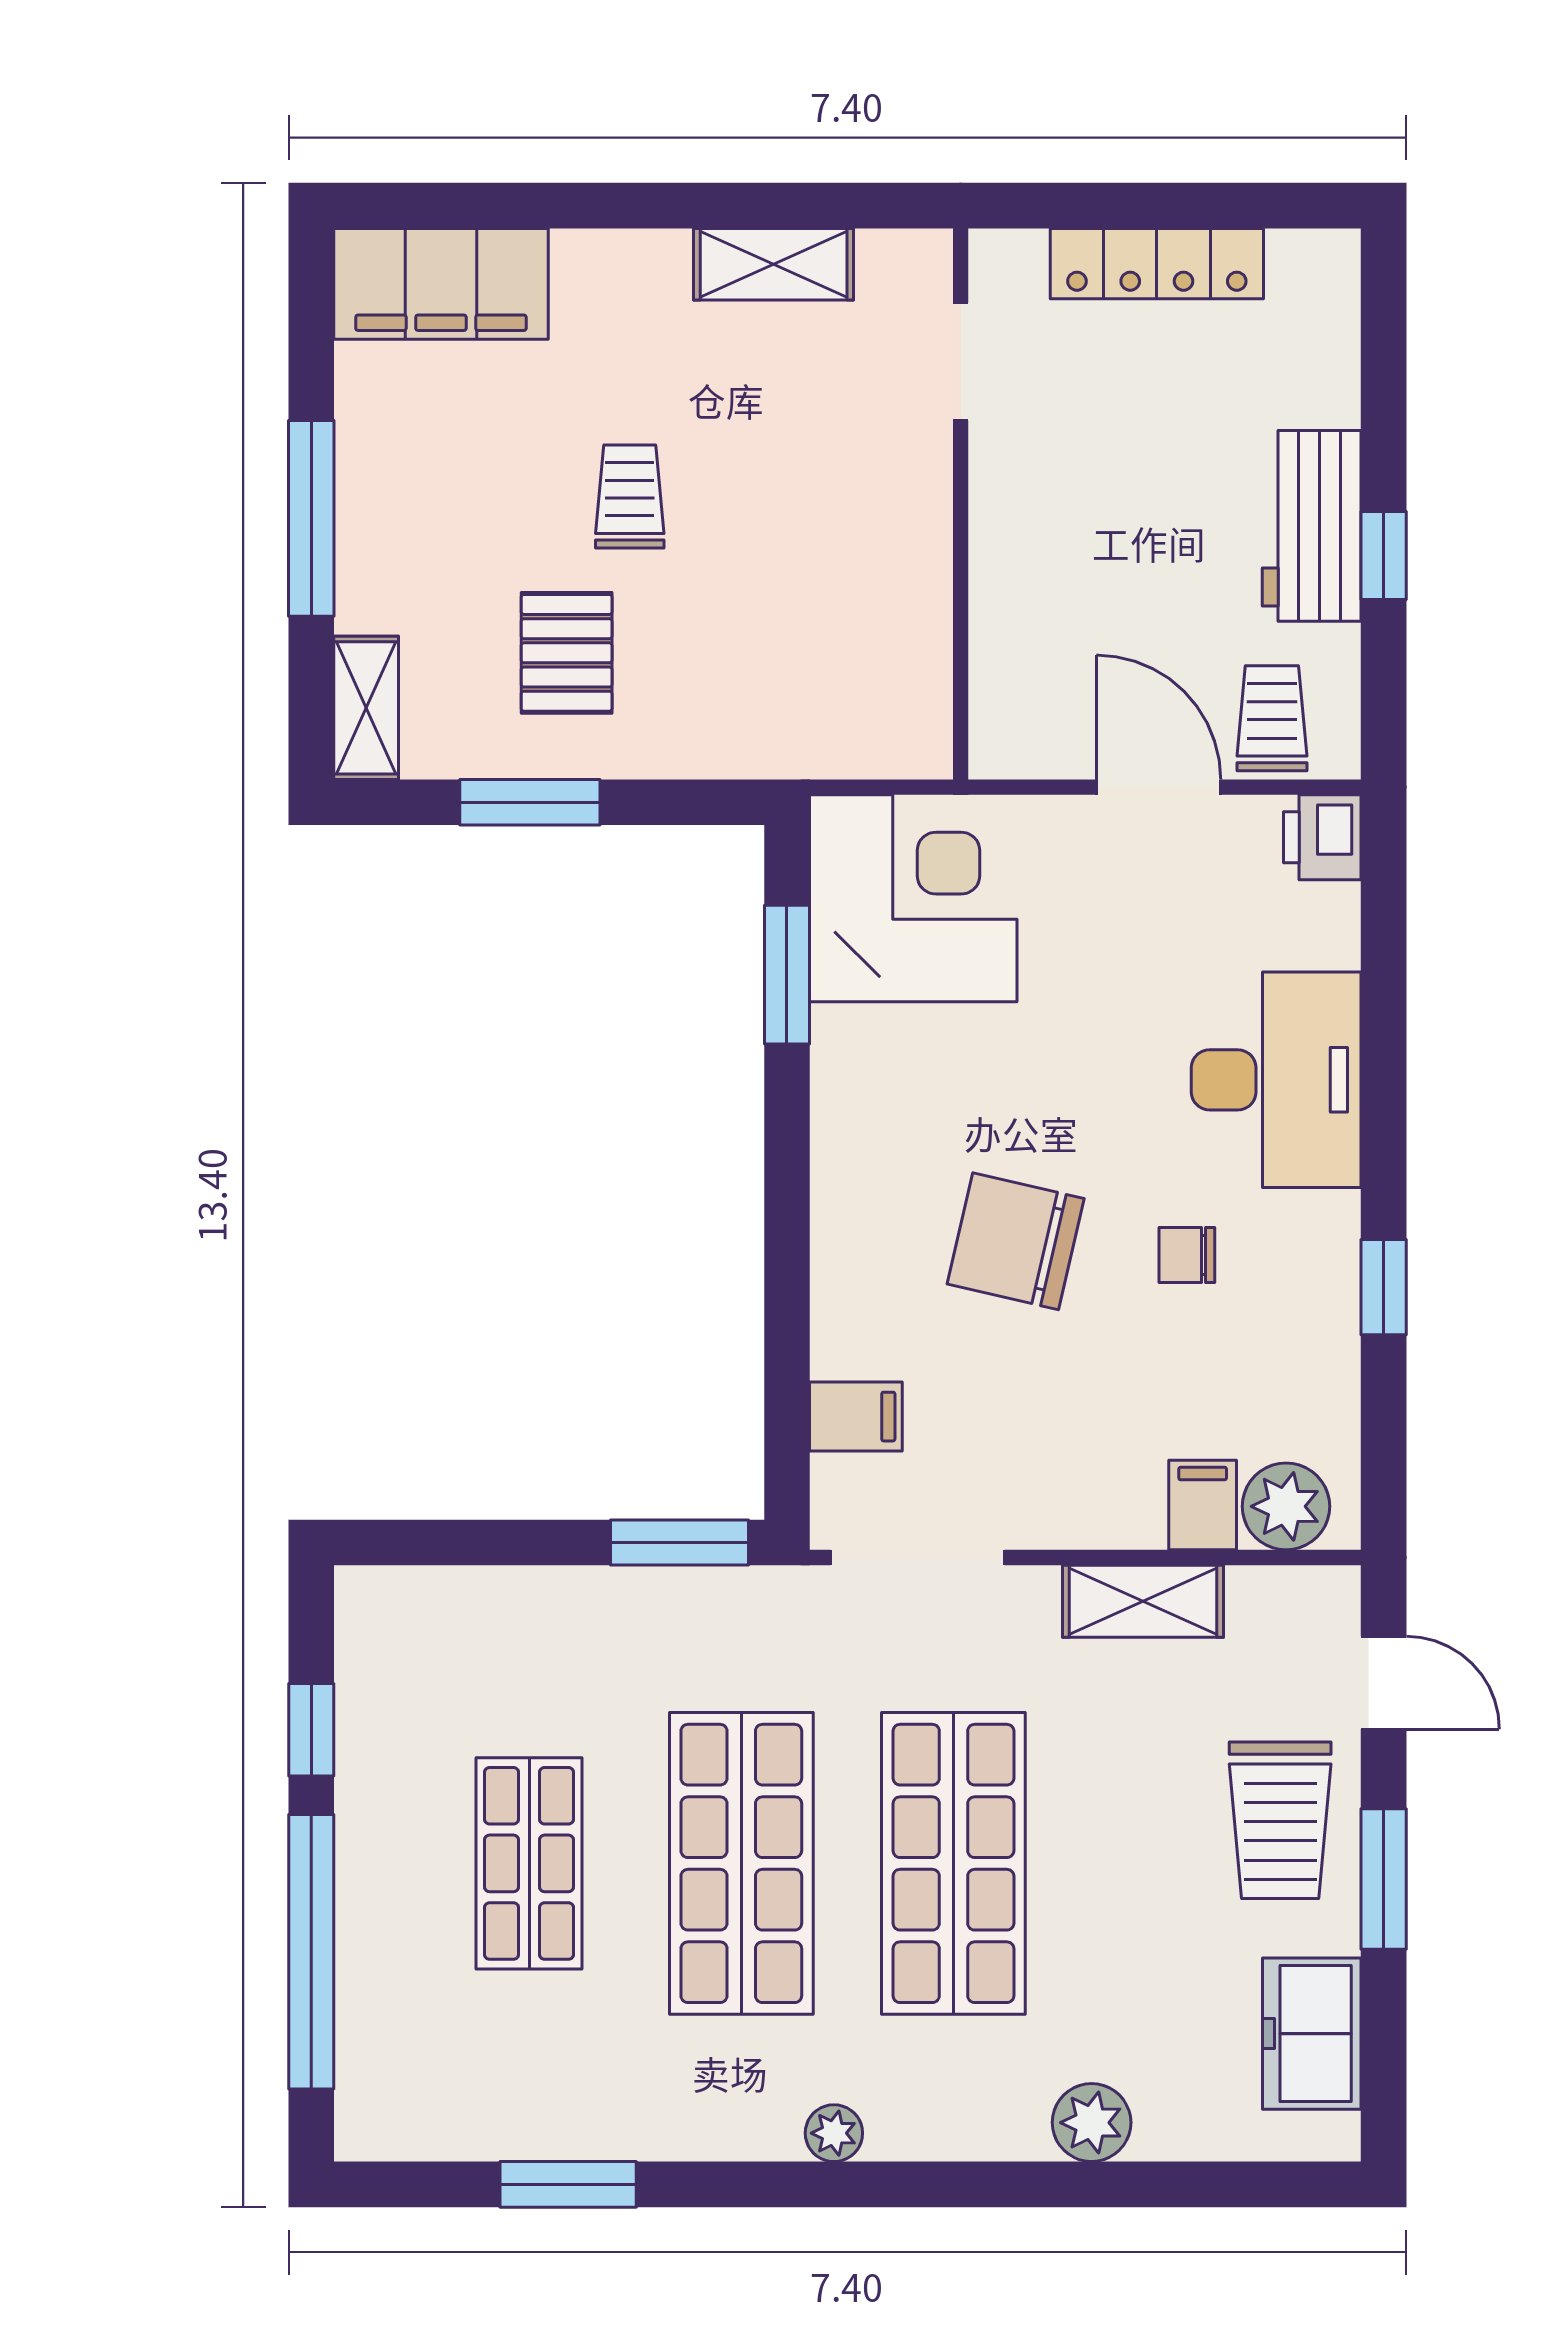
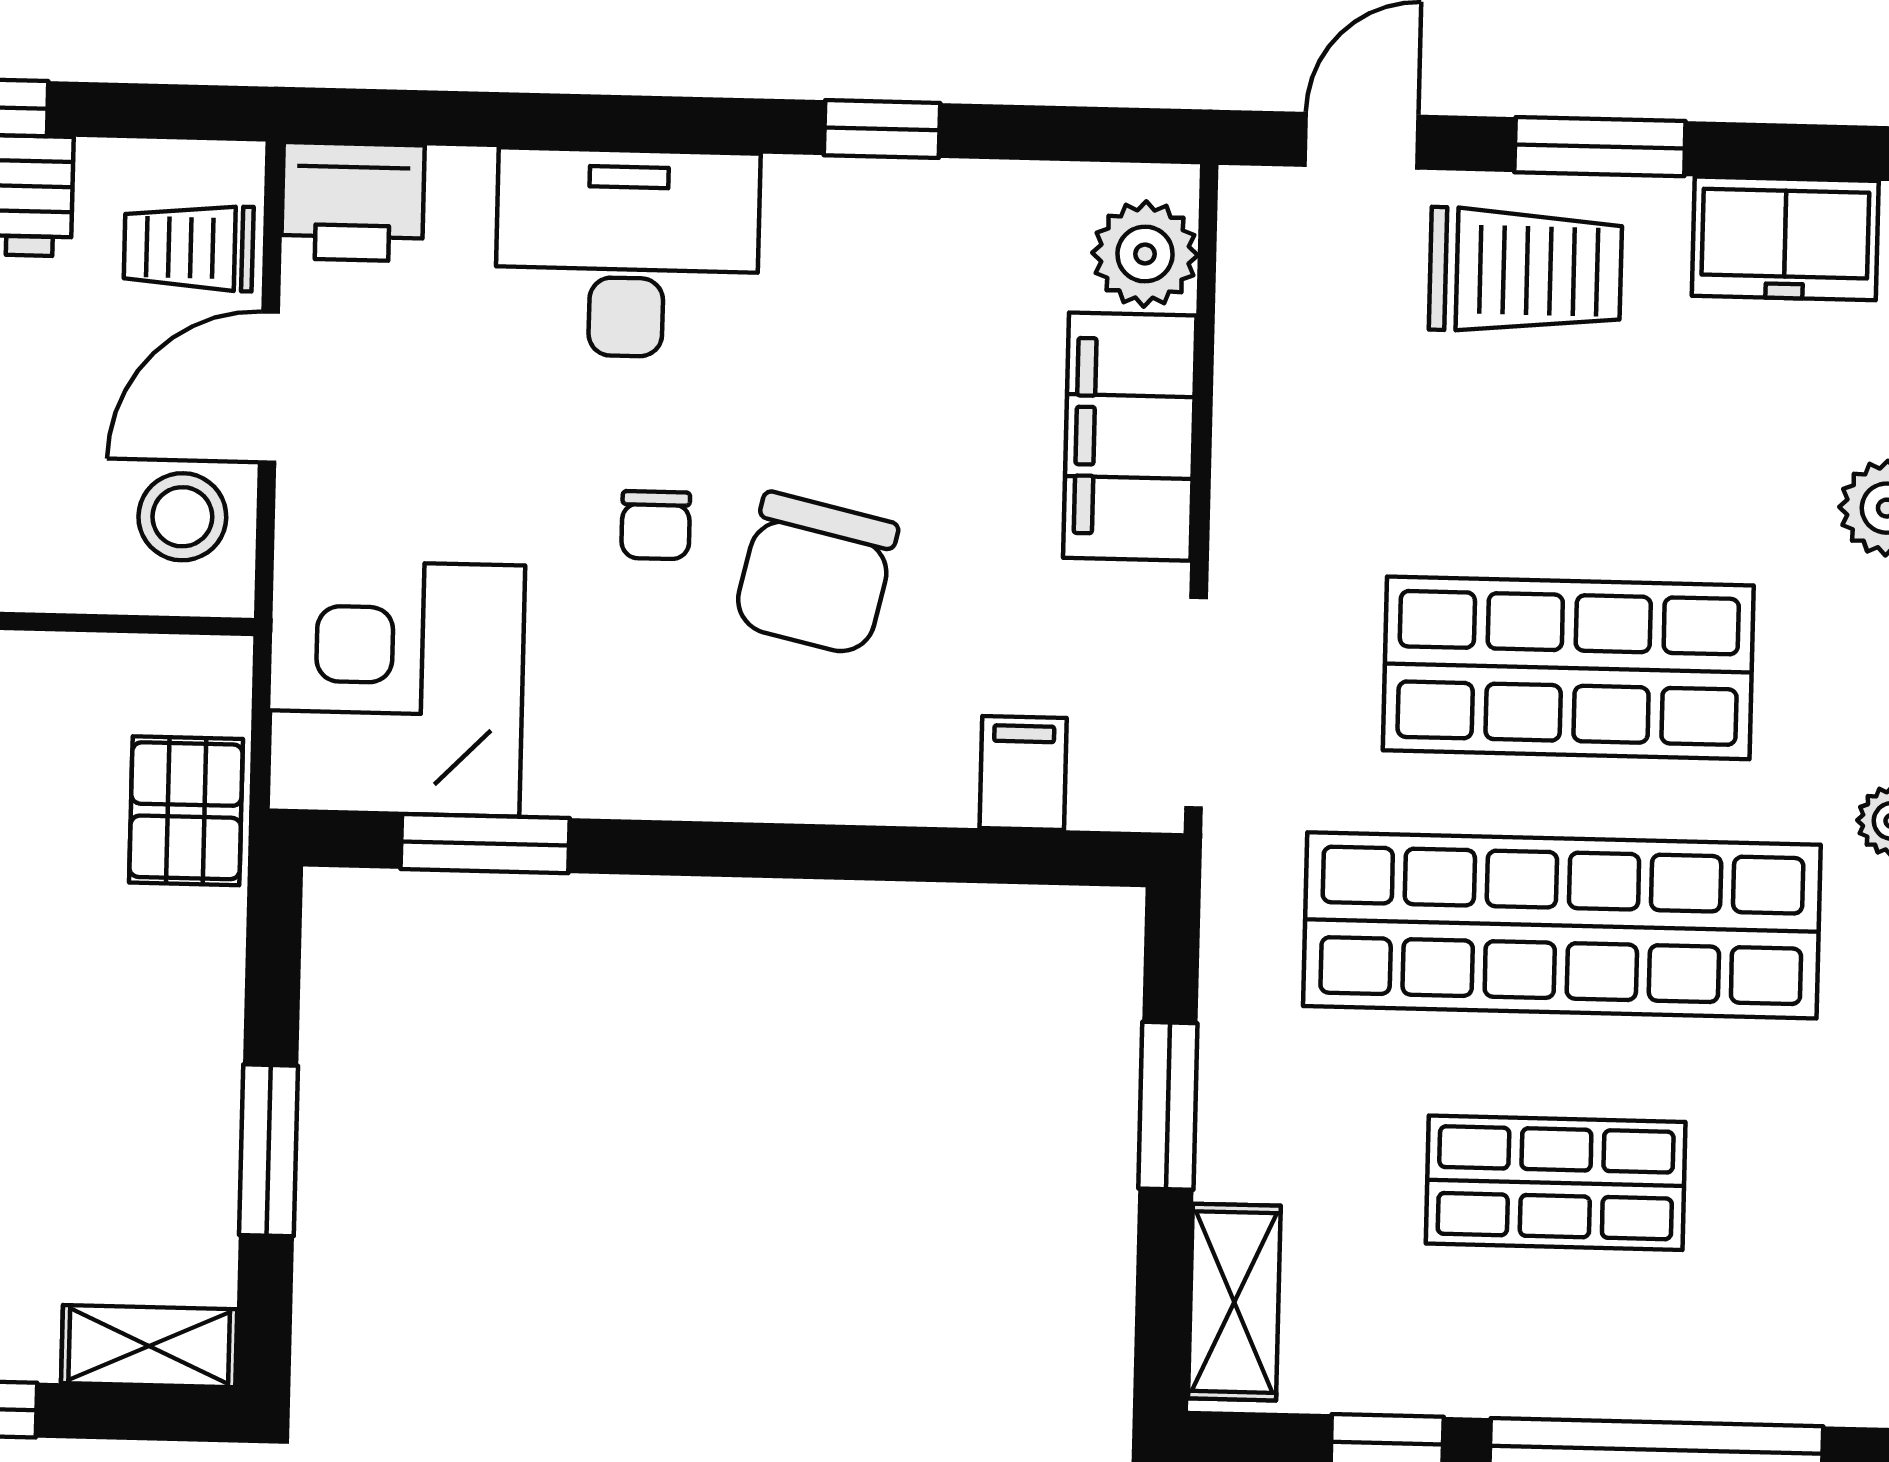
pallet: (567, 653) -> (186, 811), moved, turned 90
stool: (1050, 719) -> (182, 517), added
printer: (1322, 837) -> (353, 202), width x1.36, depth x1.24
chair: (1187, 1255) -> (656, 525), moved
filing cabinet: (1203, 1505) -> (1130, 437), width x3.00, depth x1.17
window: (679, 1542) -> (1168, 1106), moved
shelving: (1143, 1601) -> (1234, 1302), moved
shop shelf: (741, 1863) -> (1562, 925), width x1.40

